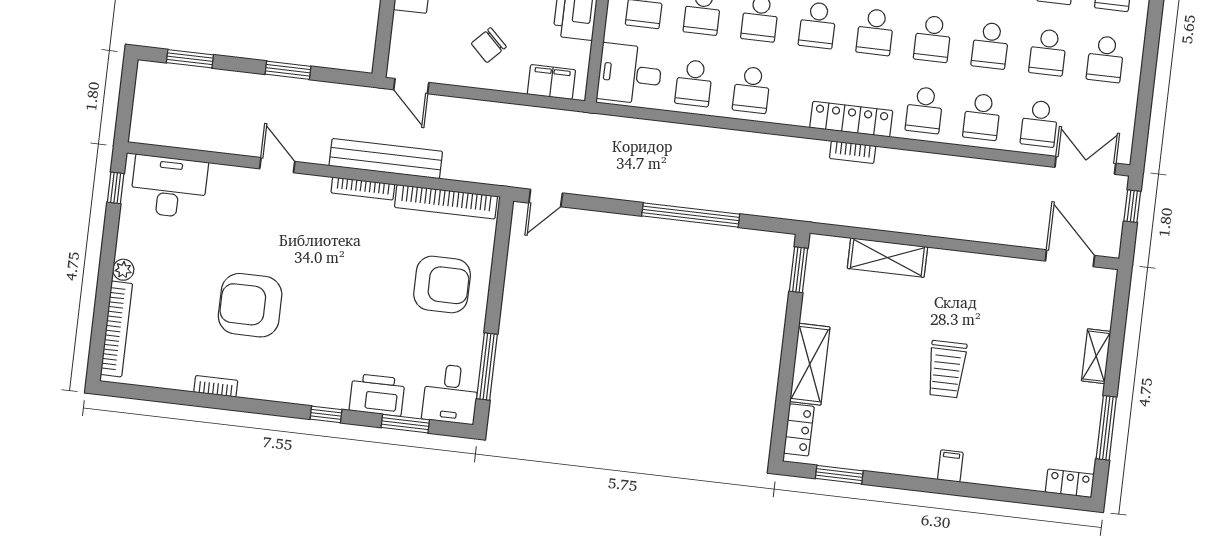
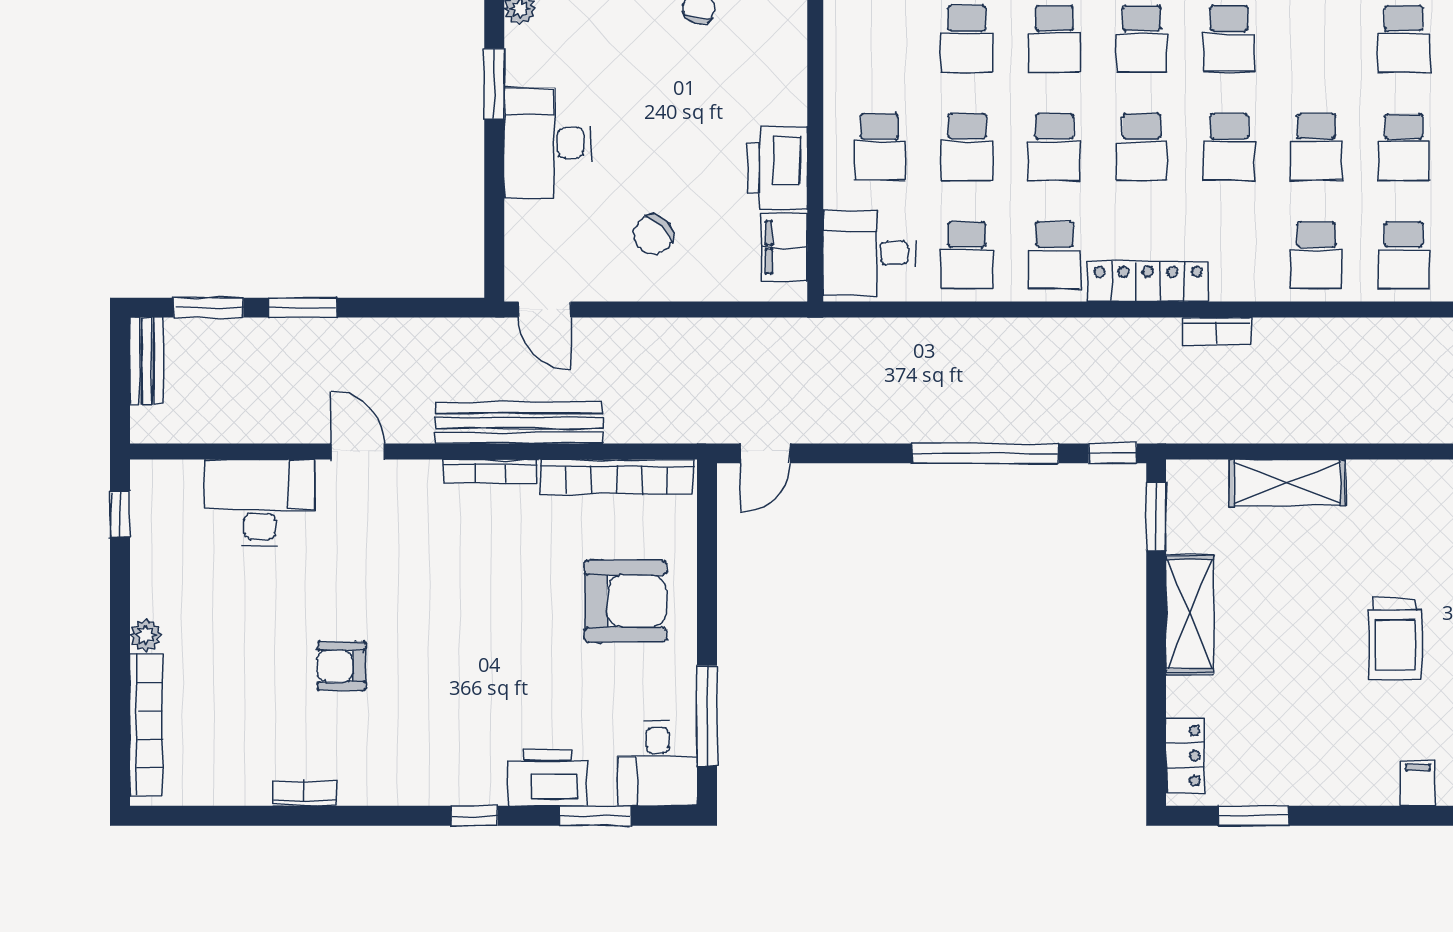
window: (288, 70) -> (303, 308), moved
filing cabinet: (551, 82) -> (785, 247), moved, turned -90
bench: (145, 89) -> (147, 361), added
locker: (851, 119) -> (1148, 282), moved
desk: (169, 187) -> (260, 503), moved
window: (775, 225) -> (1113, 453), added
armchair: (250, 305) -> (342, 666), width x0.53, depth x0.53
shelving: (810, 364) -> (1190, 614), moved

